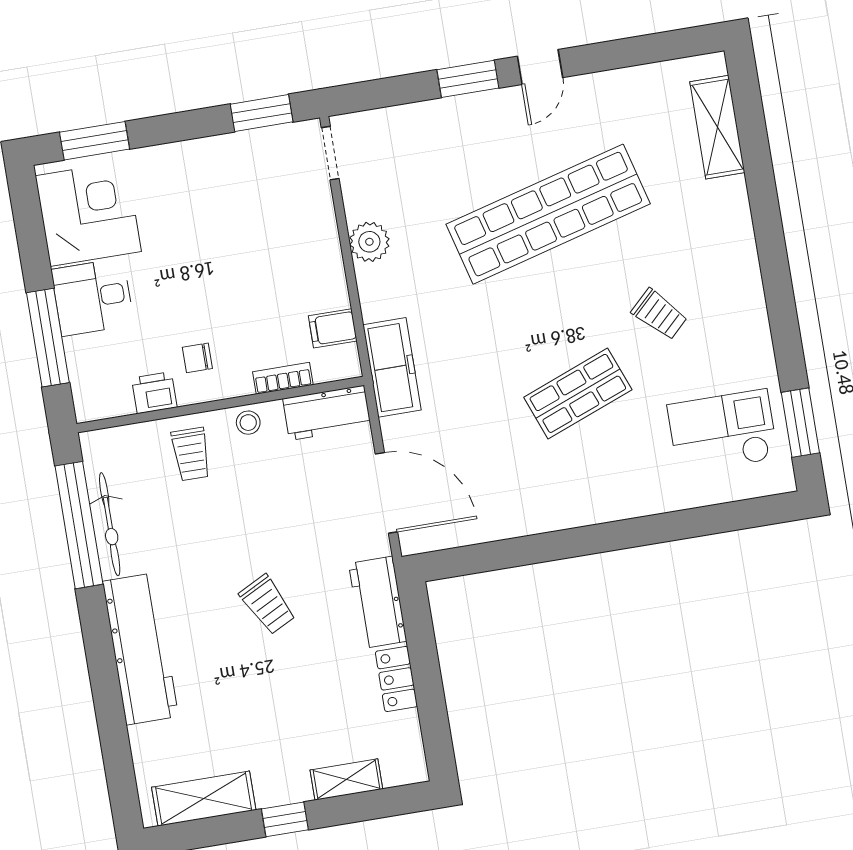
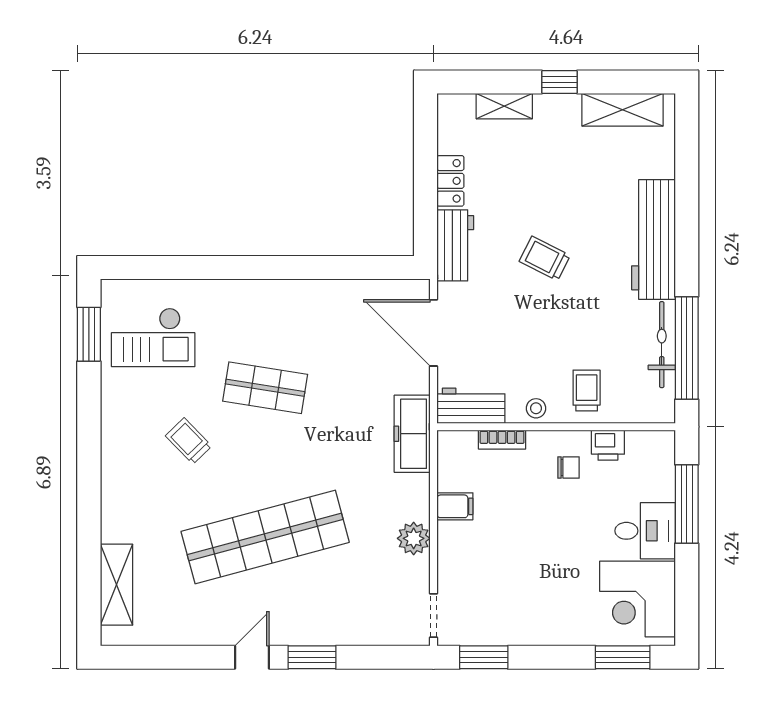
filing cabinet: (333, 328) -> (455, 506), moved
shop shelf: (578, 393) -> (265, 388), turned 30
trolley: (268, 605) -> (545, 258), turned -36

